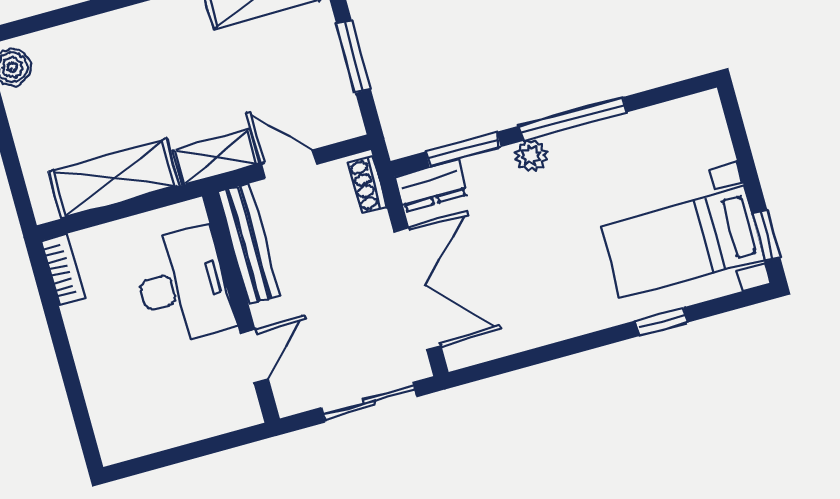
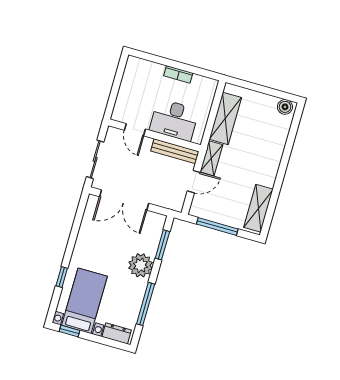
window: (353, 56) -> (217, 226), width x1.44
window: (573, 119) -> (146, 304), moved
plant: (531, 156) -> (141, 265), width x1.87, depth x1.87
shoe rack: (367, 185) -> (170, 204), removed
dresser: (431, 185) -> (117, 333), moved, turned 90
bookcase: (63, 270) -> (178, 74), moved

